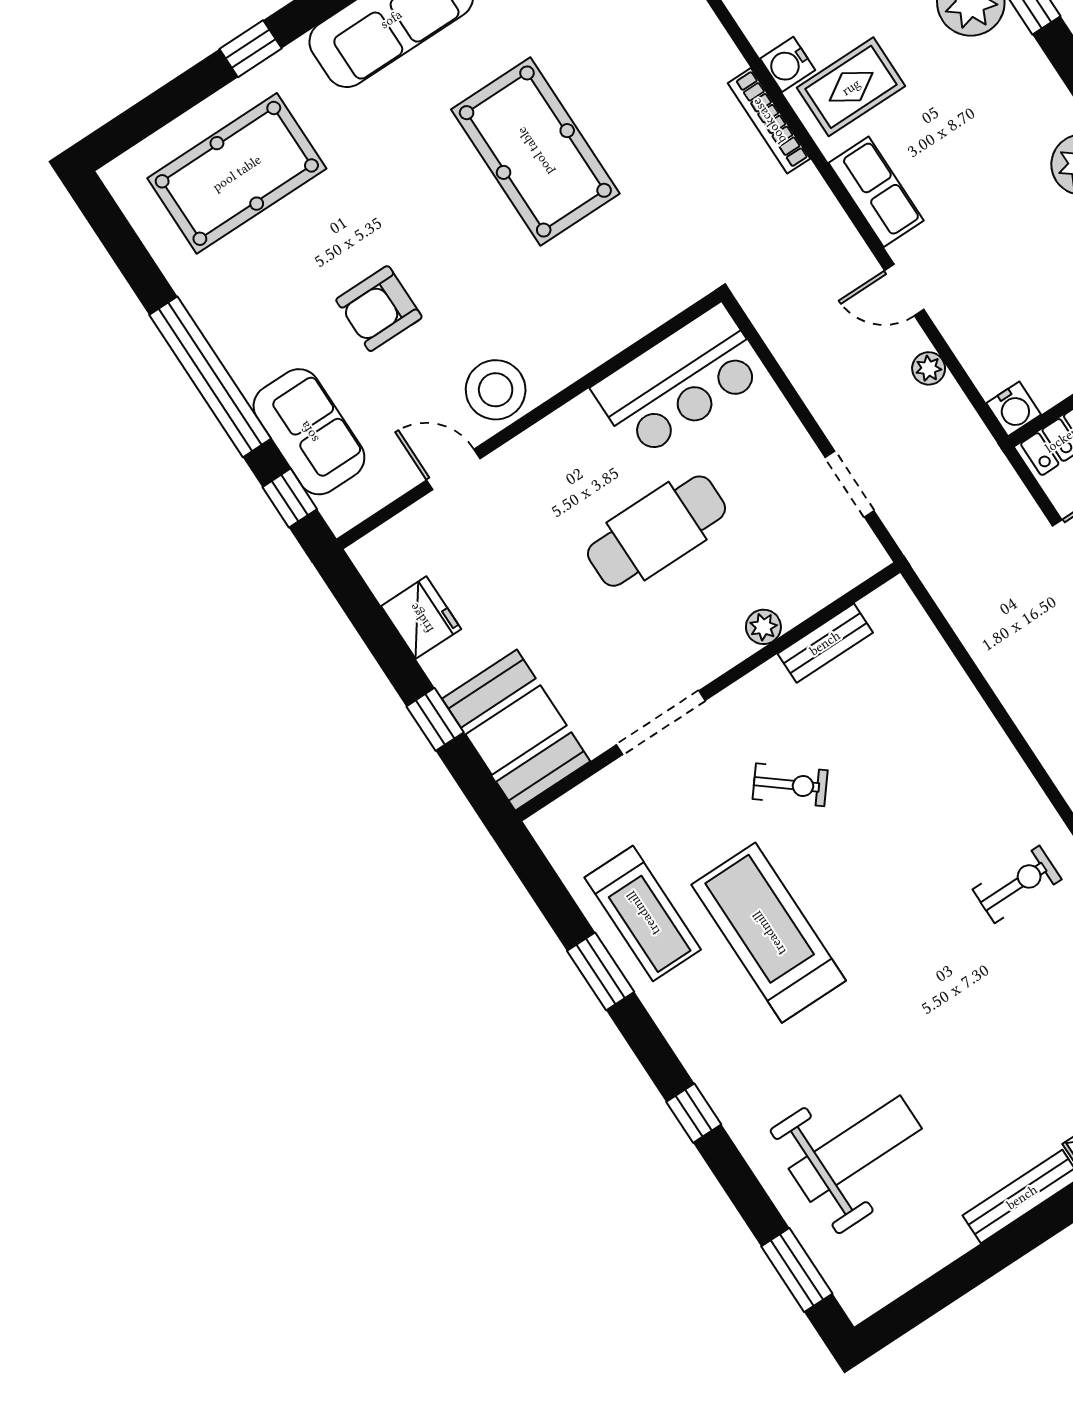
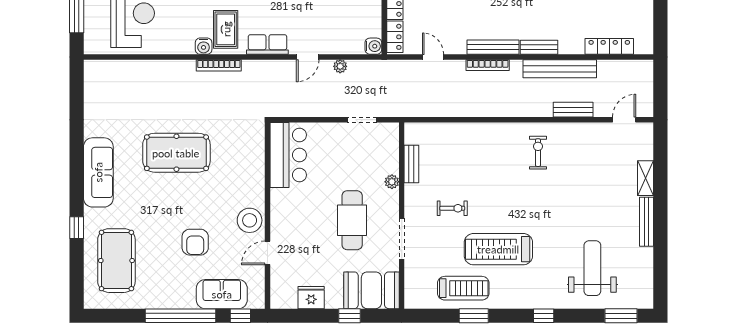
cafe table: (657, 531) -> (352, 220), moved
exercise bike: (790, 785) -> (452, 208), turned 51

